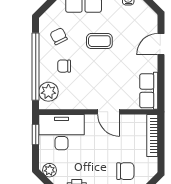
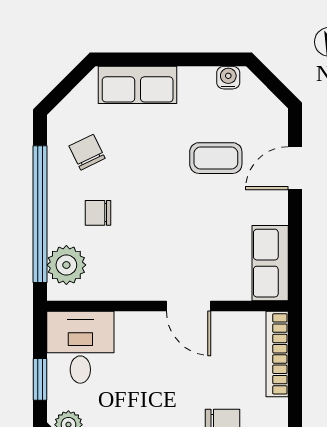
coffee table: (99, 41) -> (216, 158), moved
desk: (61, 132) -> (80, 347), width x0.73
window: (36, 134) -> (40, 379), moved

